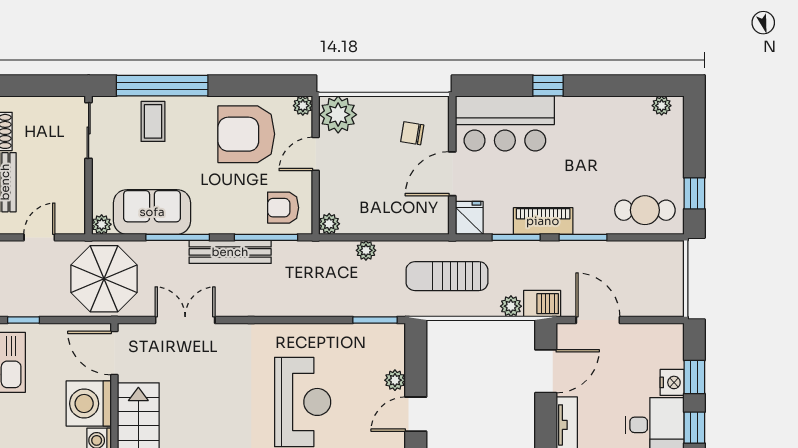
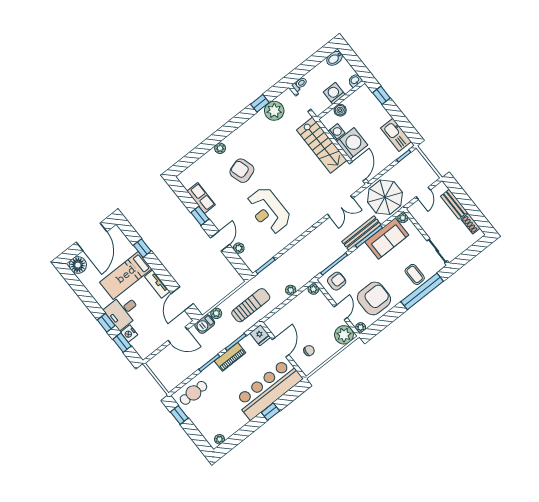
bar counter: (505, 123) -> (269, 389), width x1.36
bench: (230, 252) -> (361, 233), moved
door: (114, 353) -> (358, 171), hinge flipped

